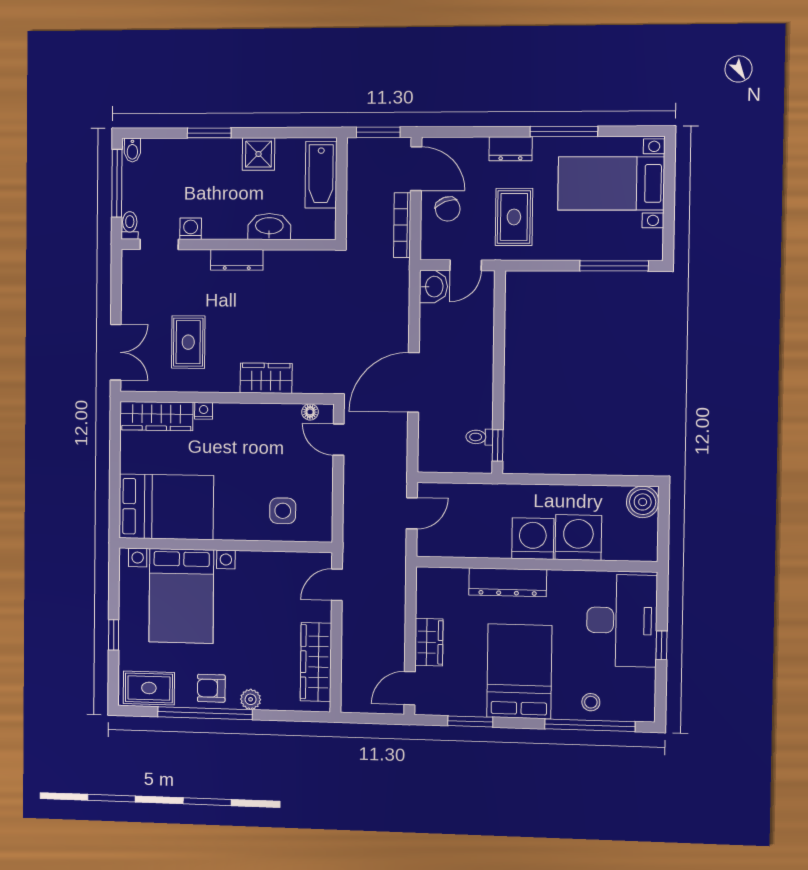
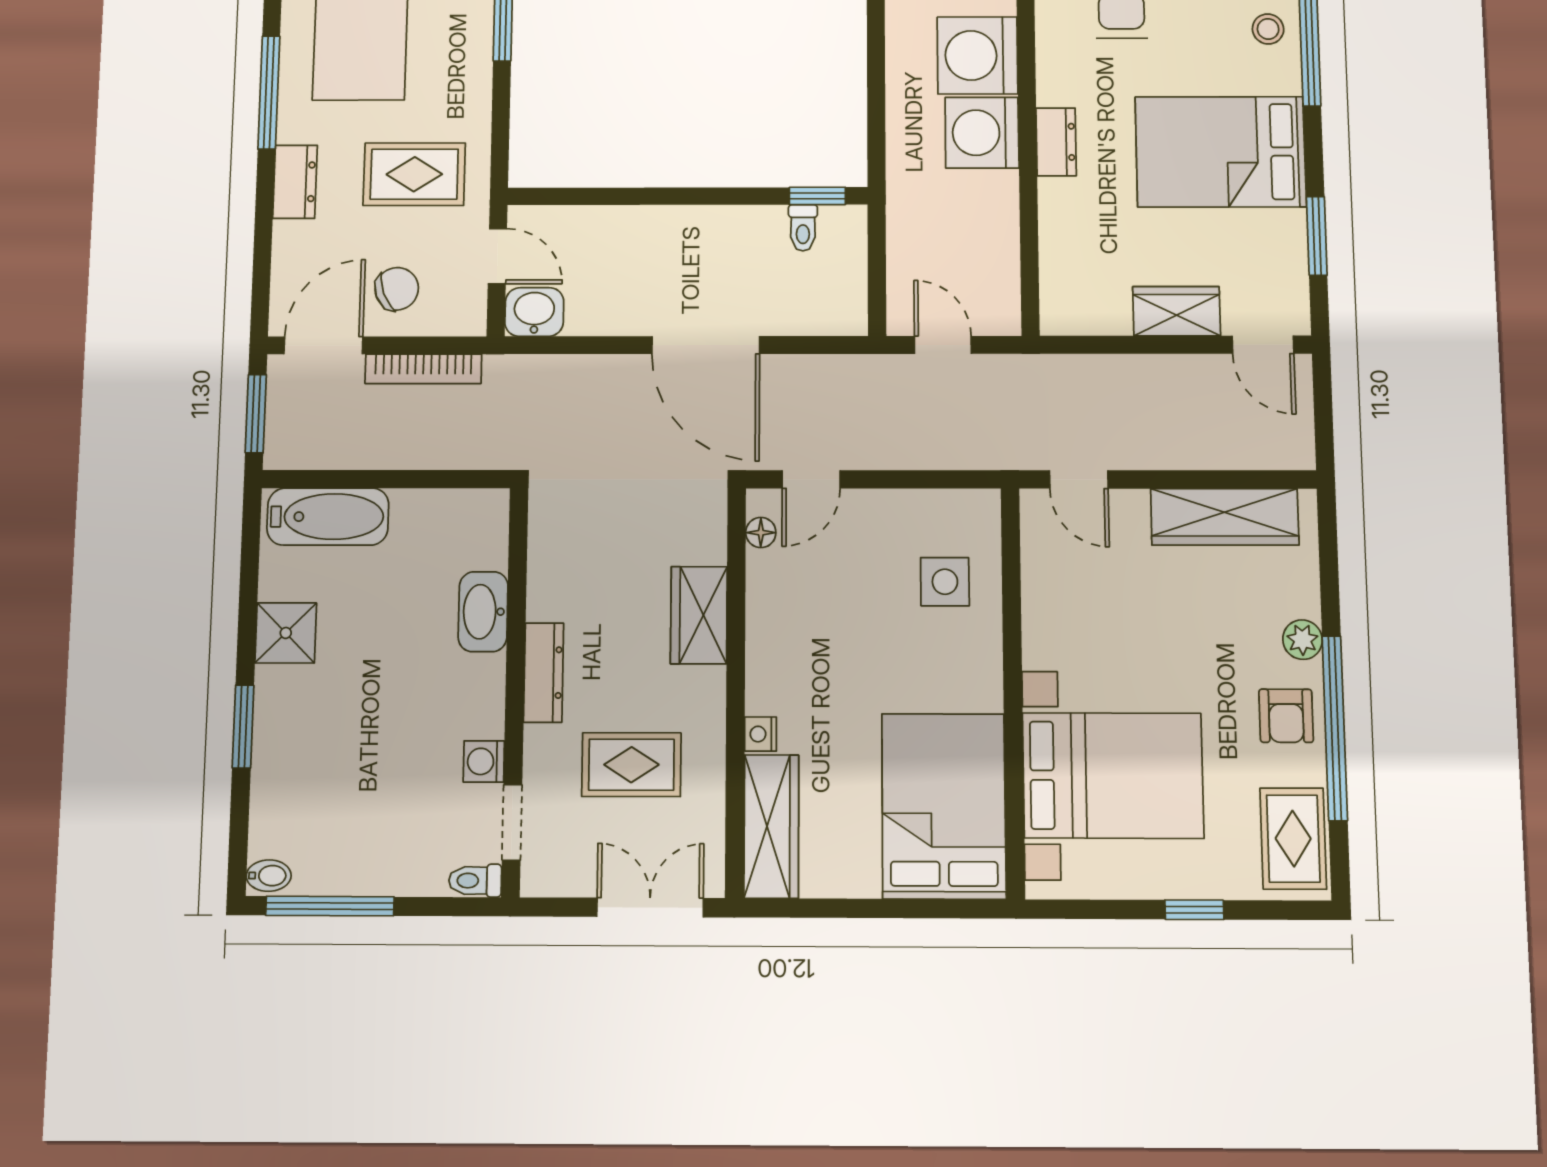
toilet: (130, 225) -> (475, 881), moved
washbasin: (269, 226) -> (483, 612), moved
washing machine: (191, 229) -> (484, 761), moved
doorway: (159, 244) -> (512, 822), moved
wall: (228, 245) -> (515, 690), moved
dresser: (237, 260) -> (544, 673), moved
dresser: (508, 582) -> (1056, 142), width x0.51, depth x0.80

